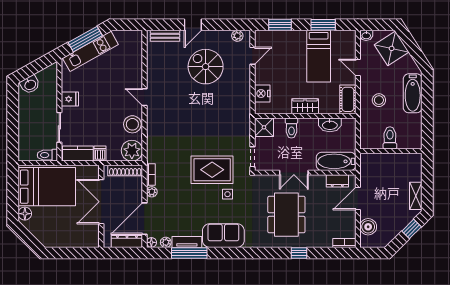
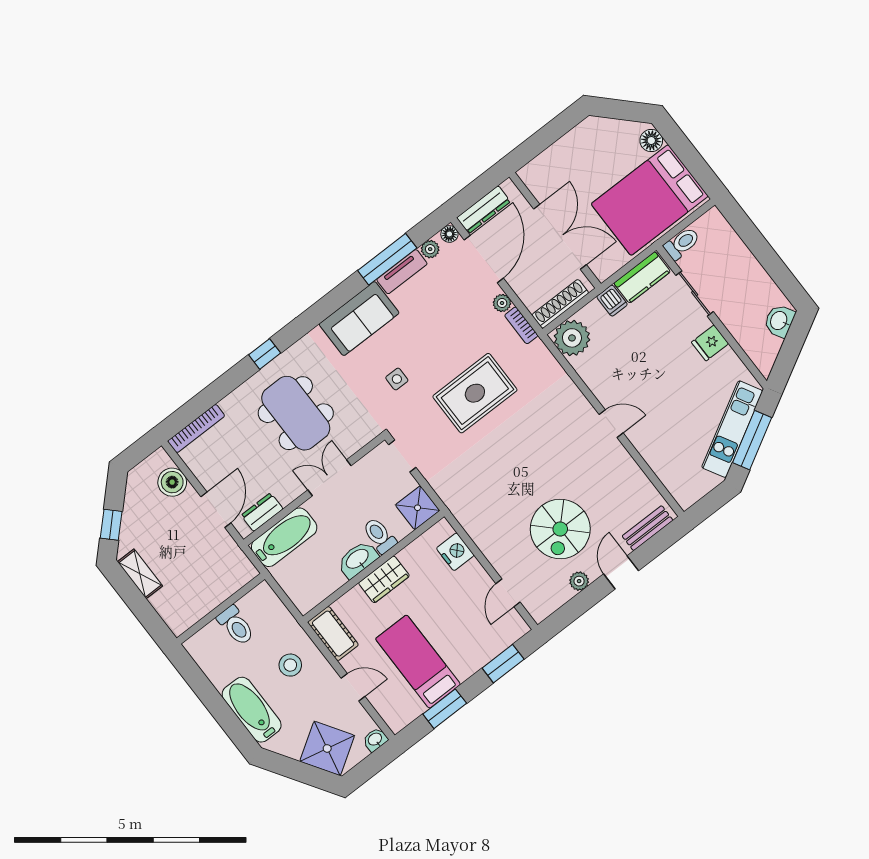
plant: (237, 36) -> (579, 581), moved
spiral stairs: (206, 67) -> (560, 529), turned 90
stool: (132, 124) -> (599, 374), removed
washbasin: (330, 125) -> (358, 559), moved
rug: (212, 170) -> (475, 393), moved
bookcase: (344, 243) -> (196, 428), width x1.56
window: (299, 253) -> (265, 354), moved

